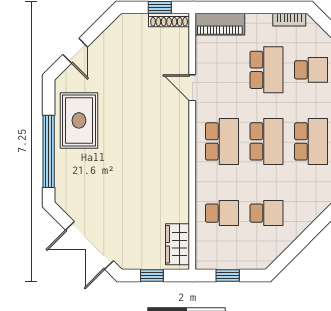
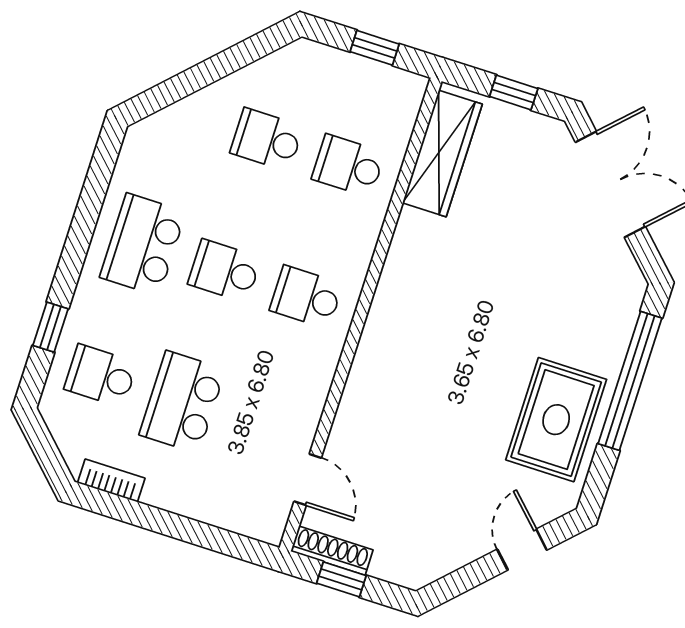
piano: (220, 24) -> (241, 513), removed
door: (192, 88) -> (308, 480), moved
school desk: (222, 141) -> (306, 297), width x0.54
school desk: (267, 141) -> (225, 271), width x0.54
wardrobe: (177, 244) -> (442, 153), width x1.50

